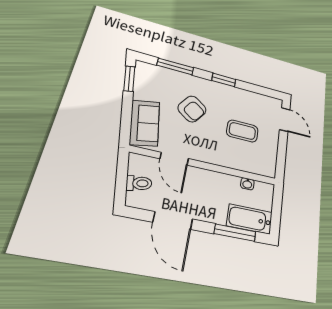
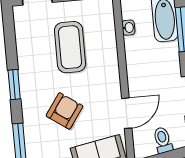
coffee table: (242, 131) -> (70, 47), width x1.36, depth x1.32

